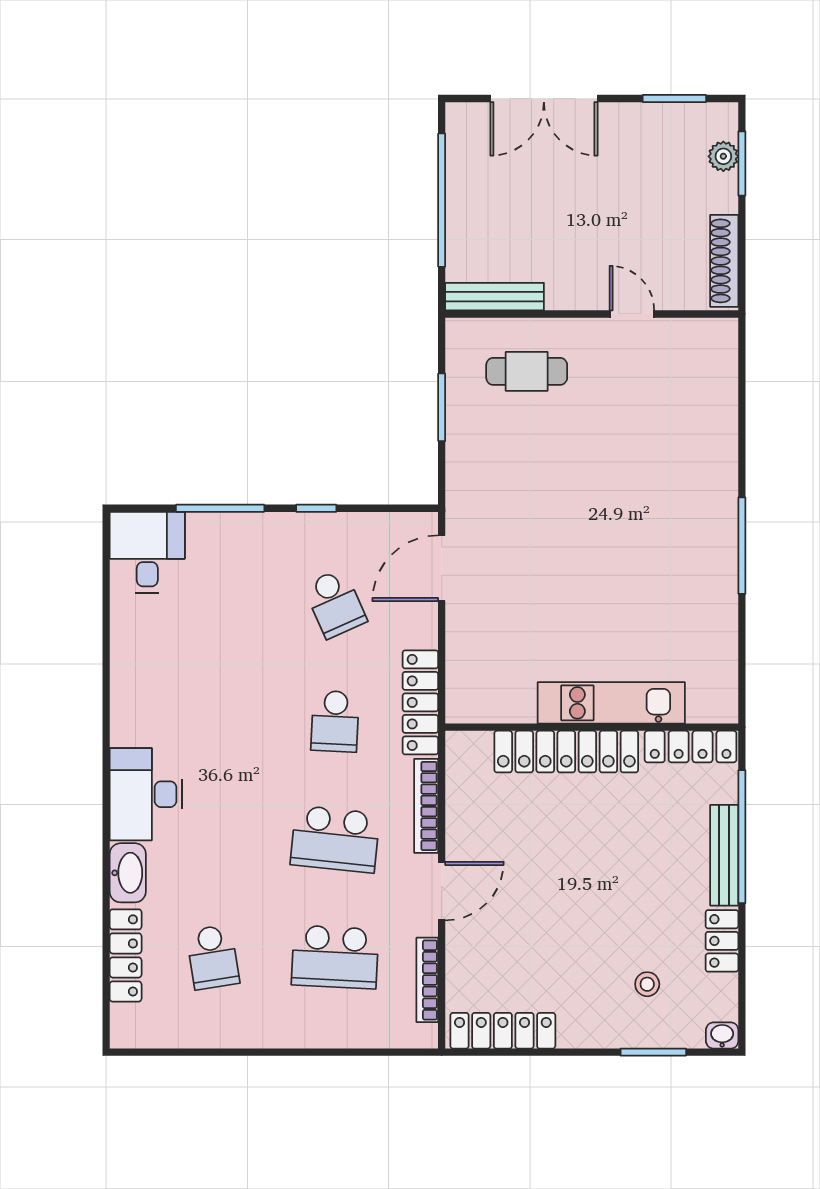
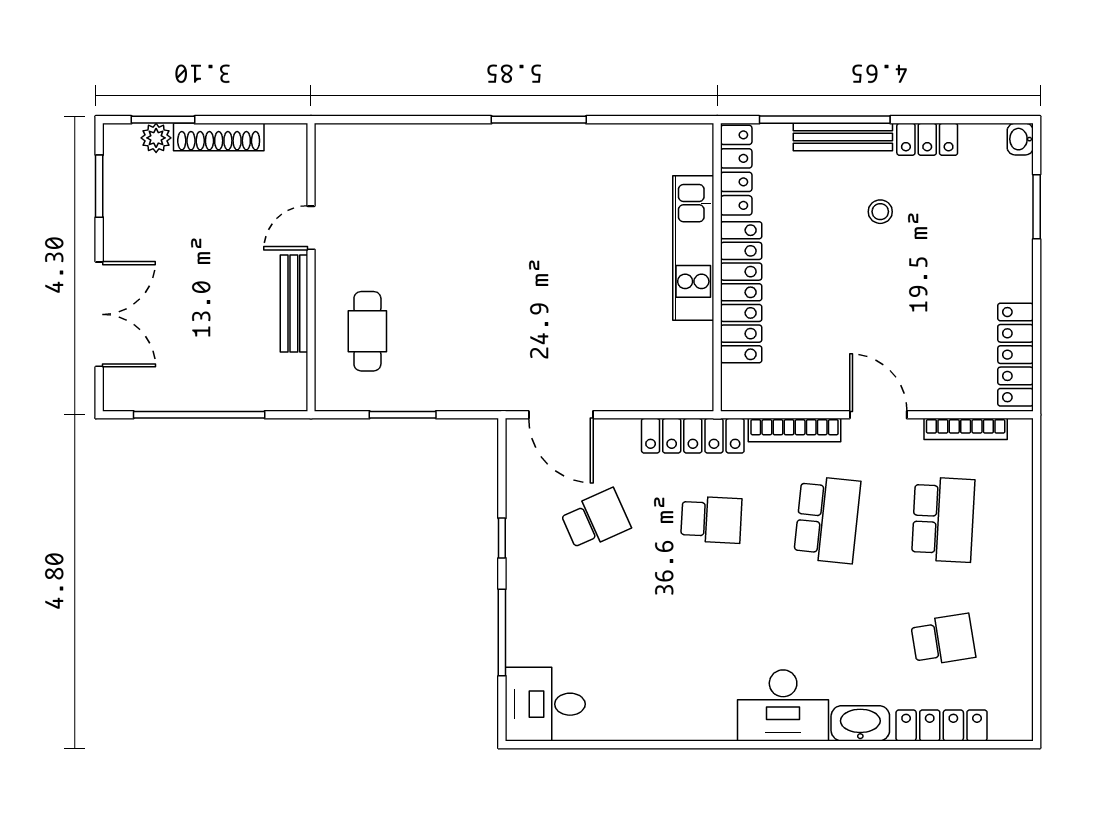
shoe rack: (724, 261) -> (219, 137), moved
bench: (495, 297) -> (294, 304), moved
stool: (647, 984) -> (880, 212), moved

